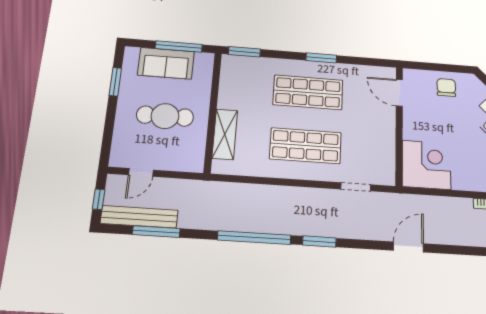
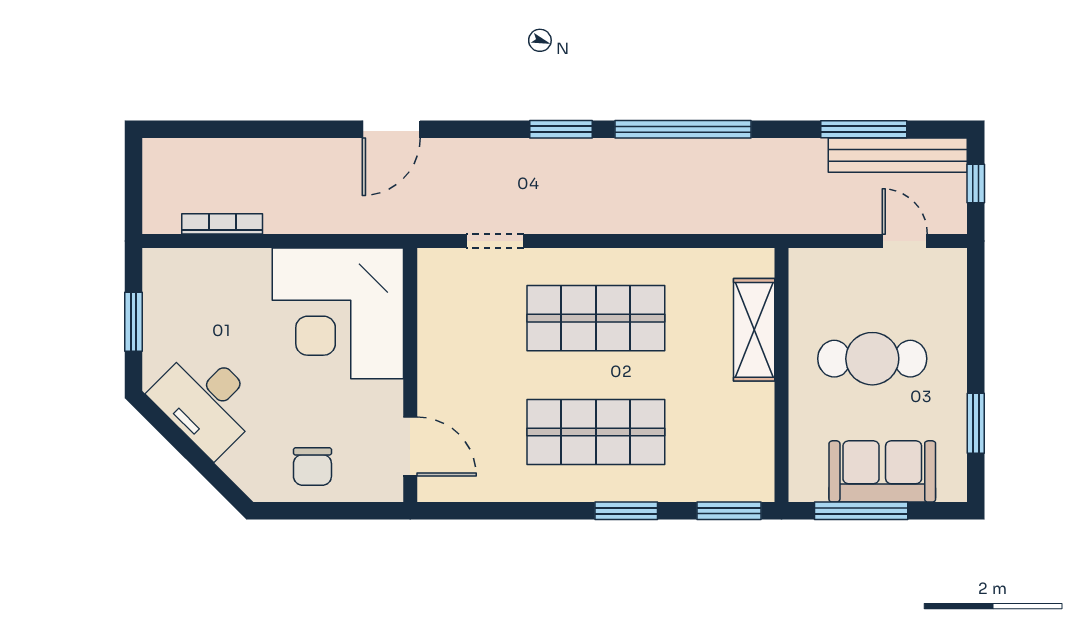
window: (321, 58) -> (626, 511), moved
corner desk: (426, 165) -> (338, 313), width x1.36, depth x1.36
door: (141, 172) -> (905, 241), hinge flipped

